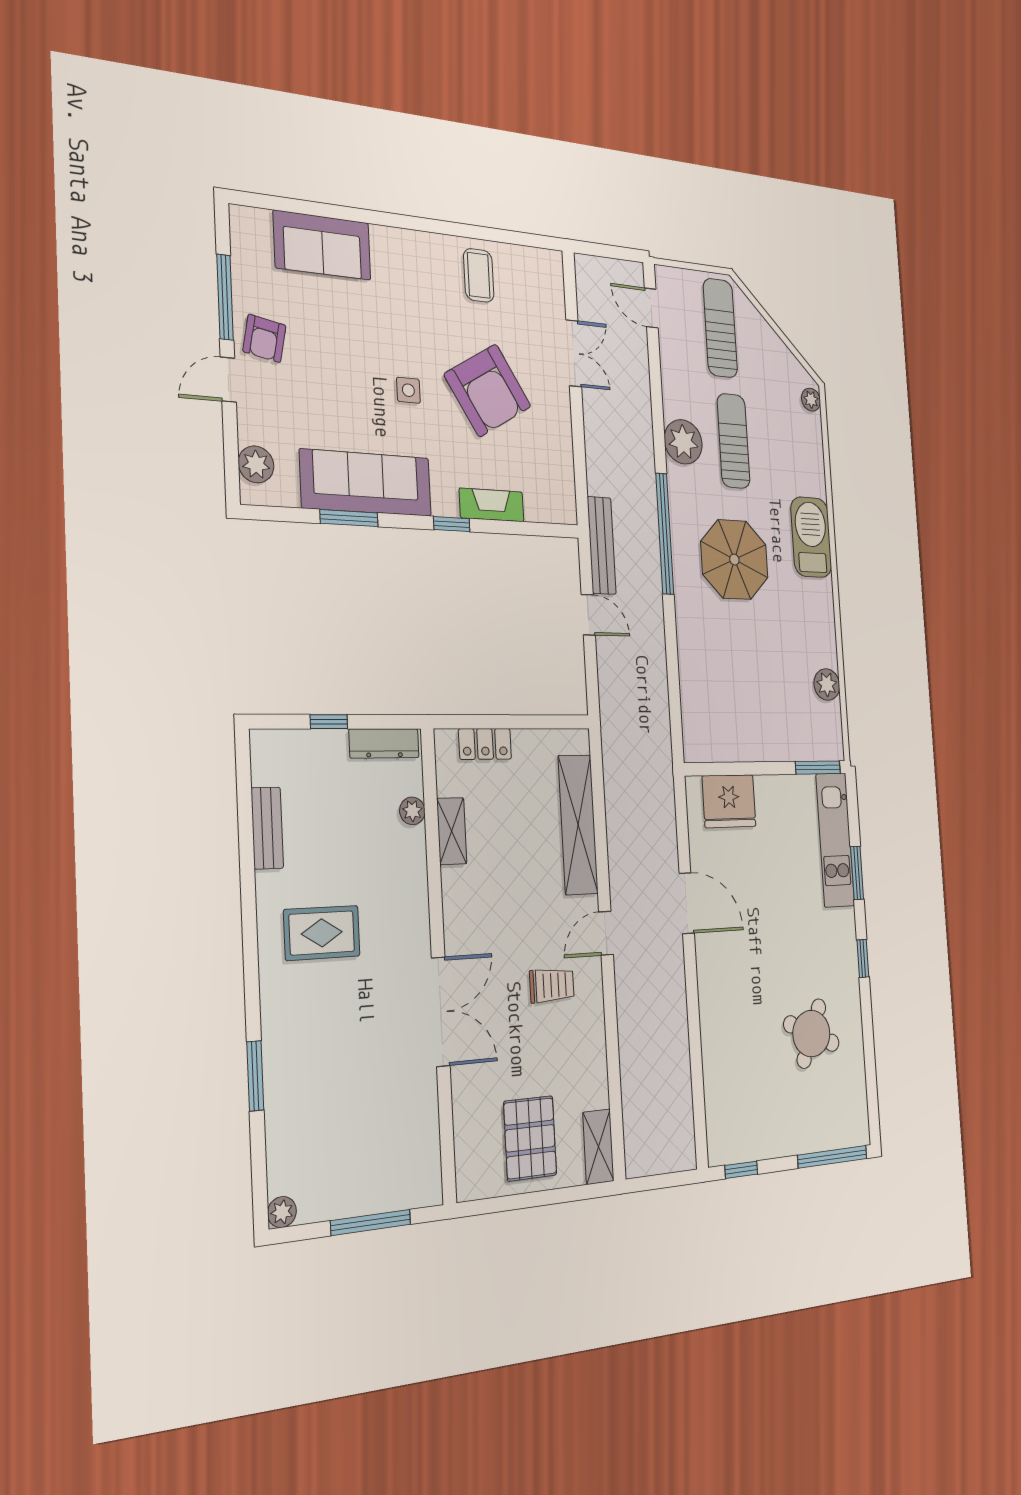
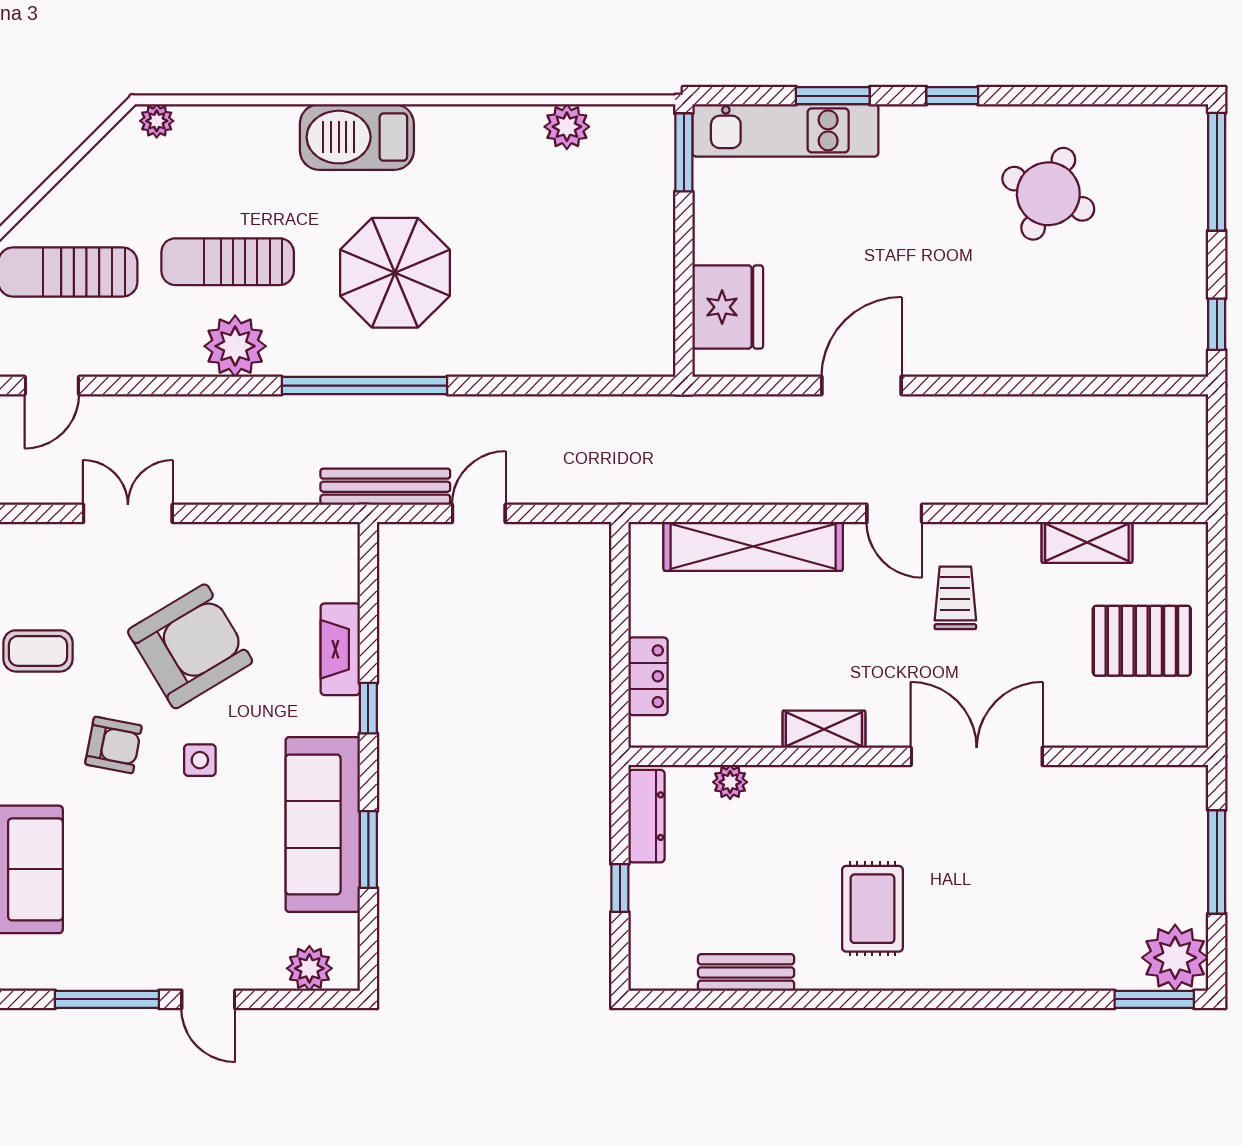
armchair: (264, 338) -> (113, 745), moved
shelving: (452, 831) -> (824, 729), moved
window: (255, 1076) -> (1154, 999), moved
shelving: (598, 1147) -> (1087, 542), moved
plant: (282, 1212) -> (1175, 958), width x1.88, depth x1.88

